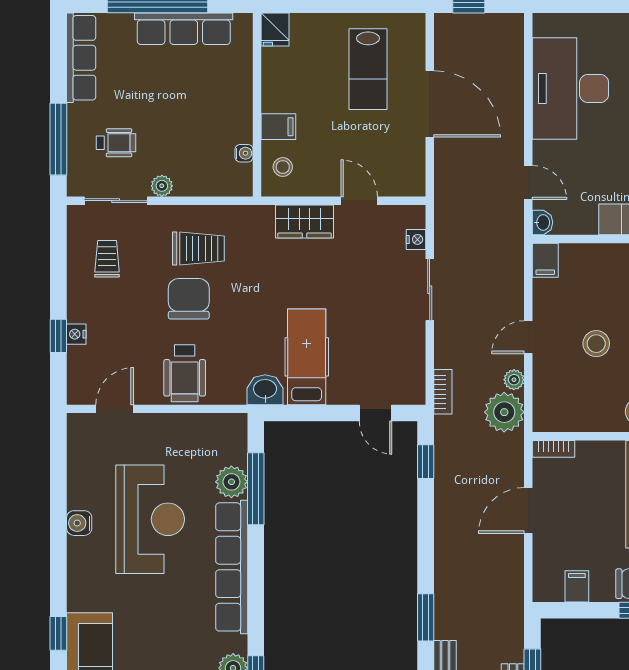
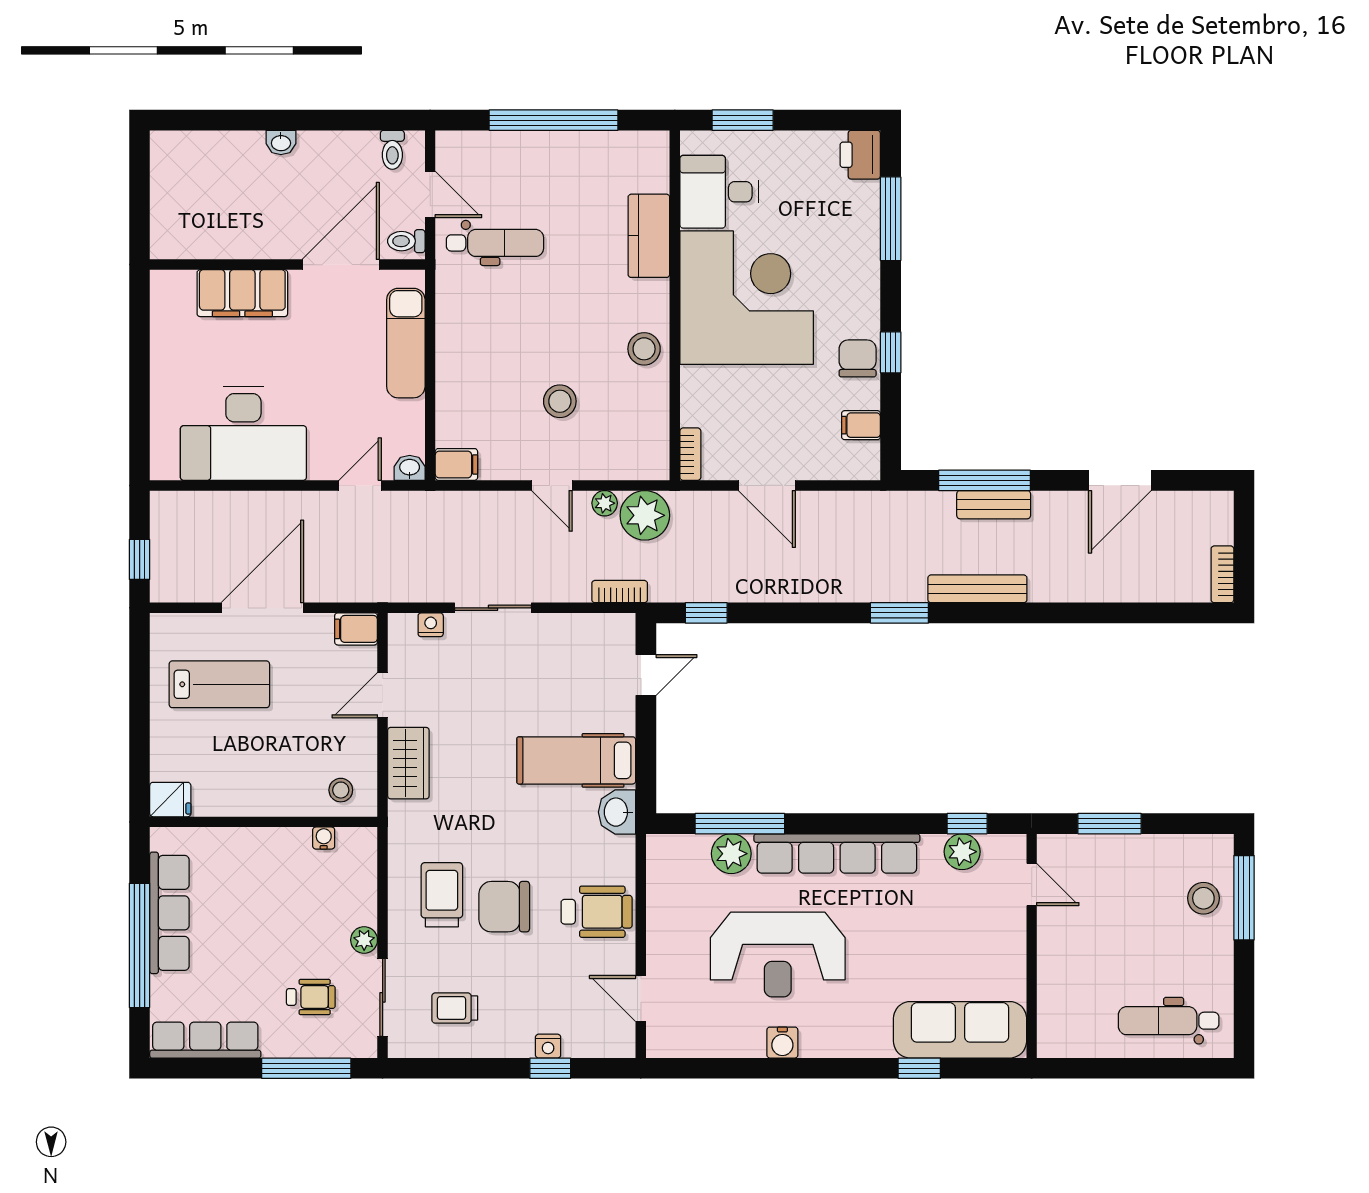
filing cabinet: (278, 127) -> (356, 629), moved, turned -90
wheelchair: (116, 143) -> (311, 997), turned 90
reception desk: (150, 519) -> (778, 955), turned 180

